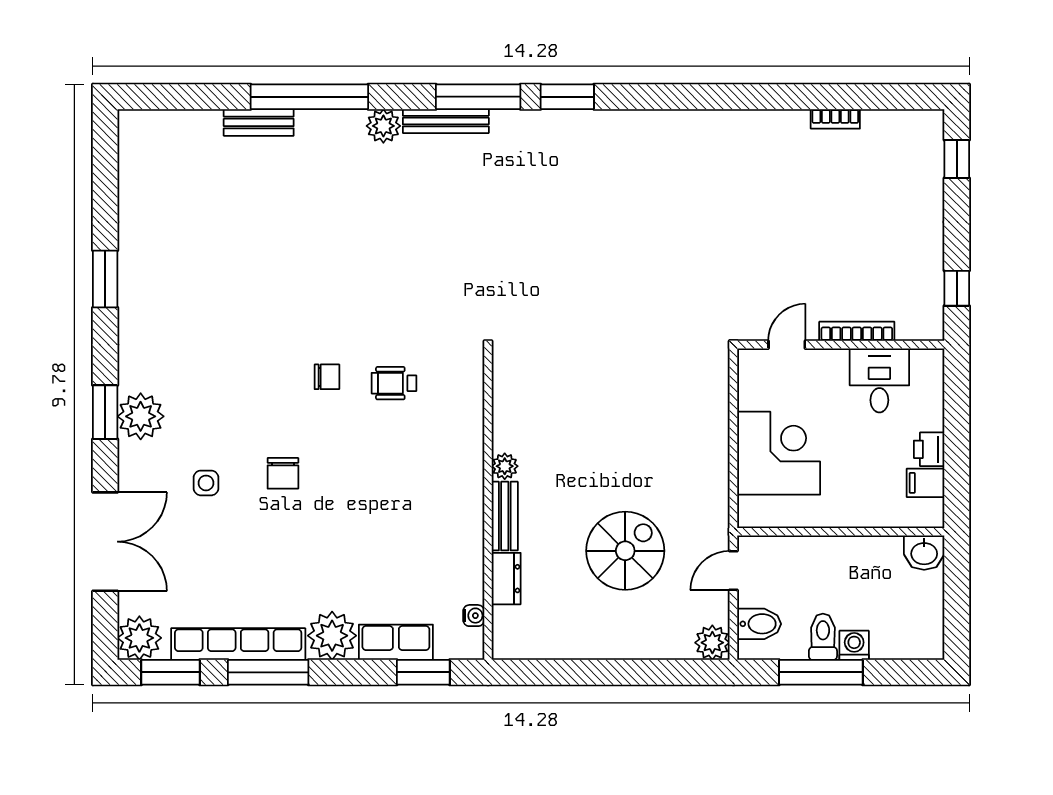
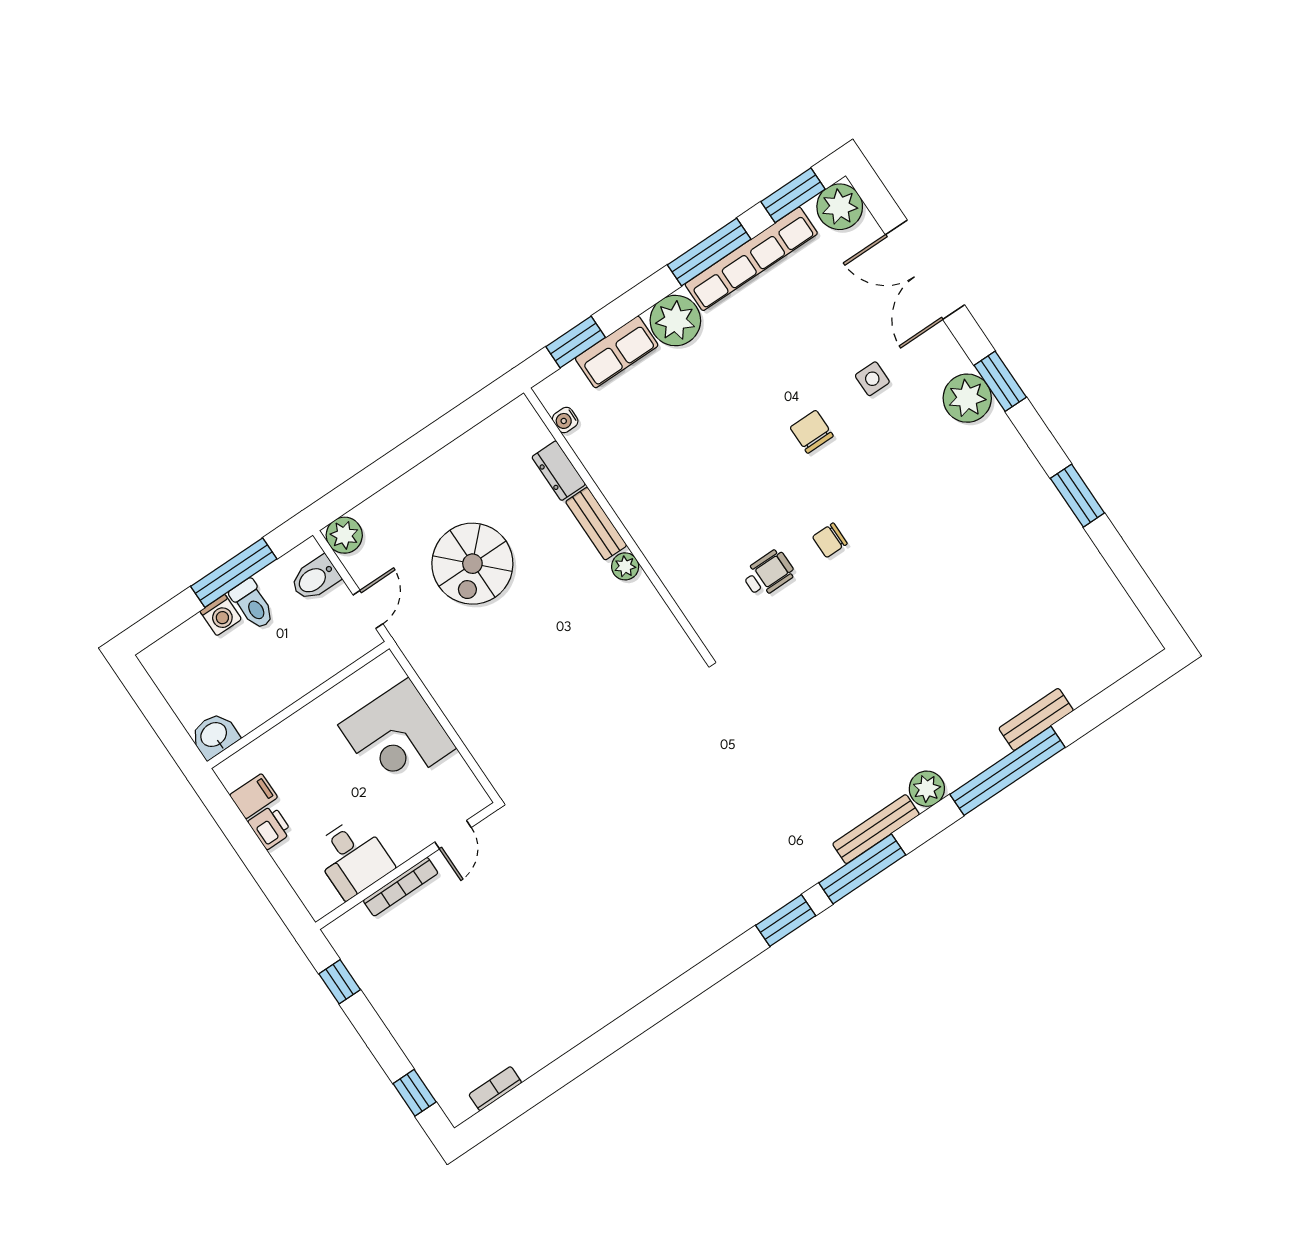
bookcase: (835, 119) -> (495, 1089), moved

